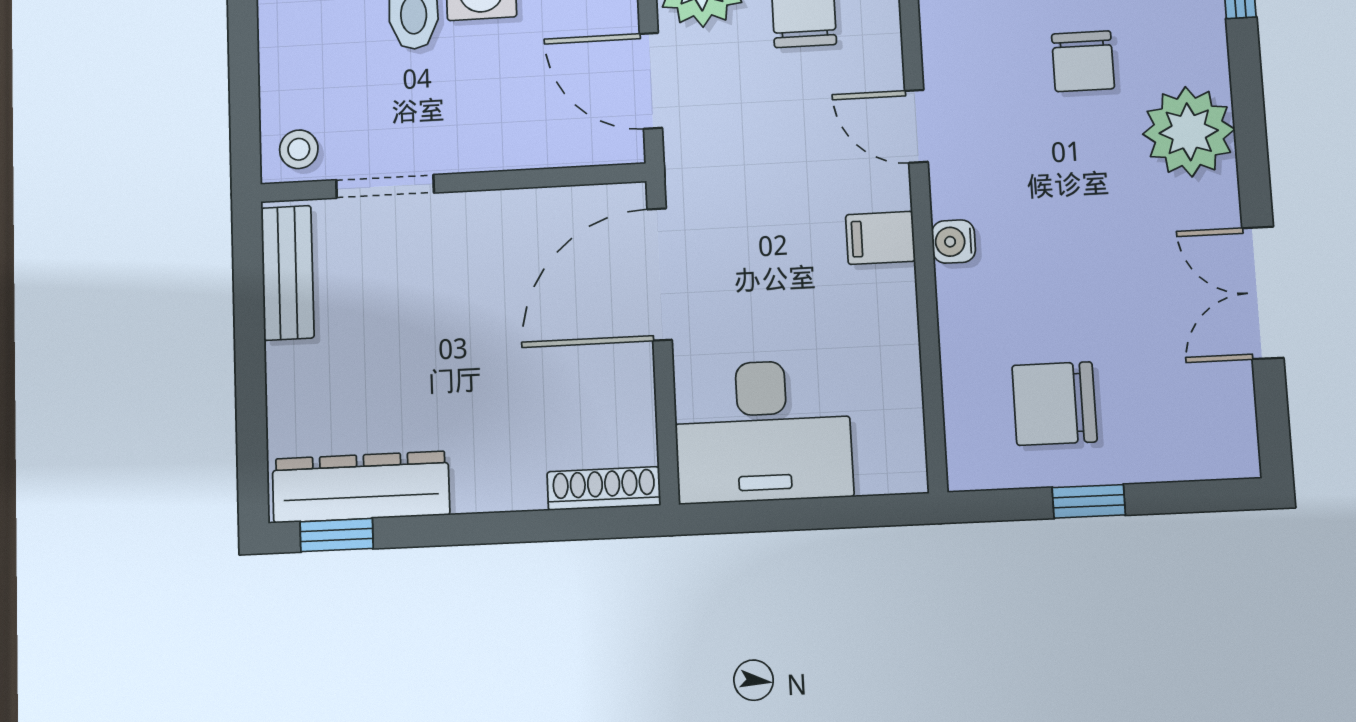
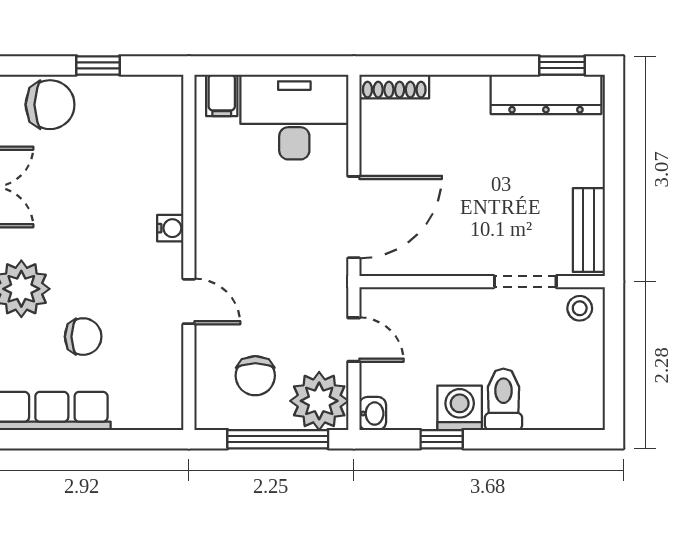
chair: (1083, 61) -> (83, 337), turned 90
door: (651, 81) -> (354, 340), width x0.73
filing cabinet: (880, 238) -> (222, 95), moved, turned 90
chair: (1054, 404) -> (50, 105), moved

